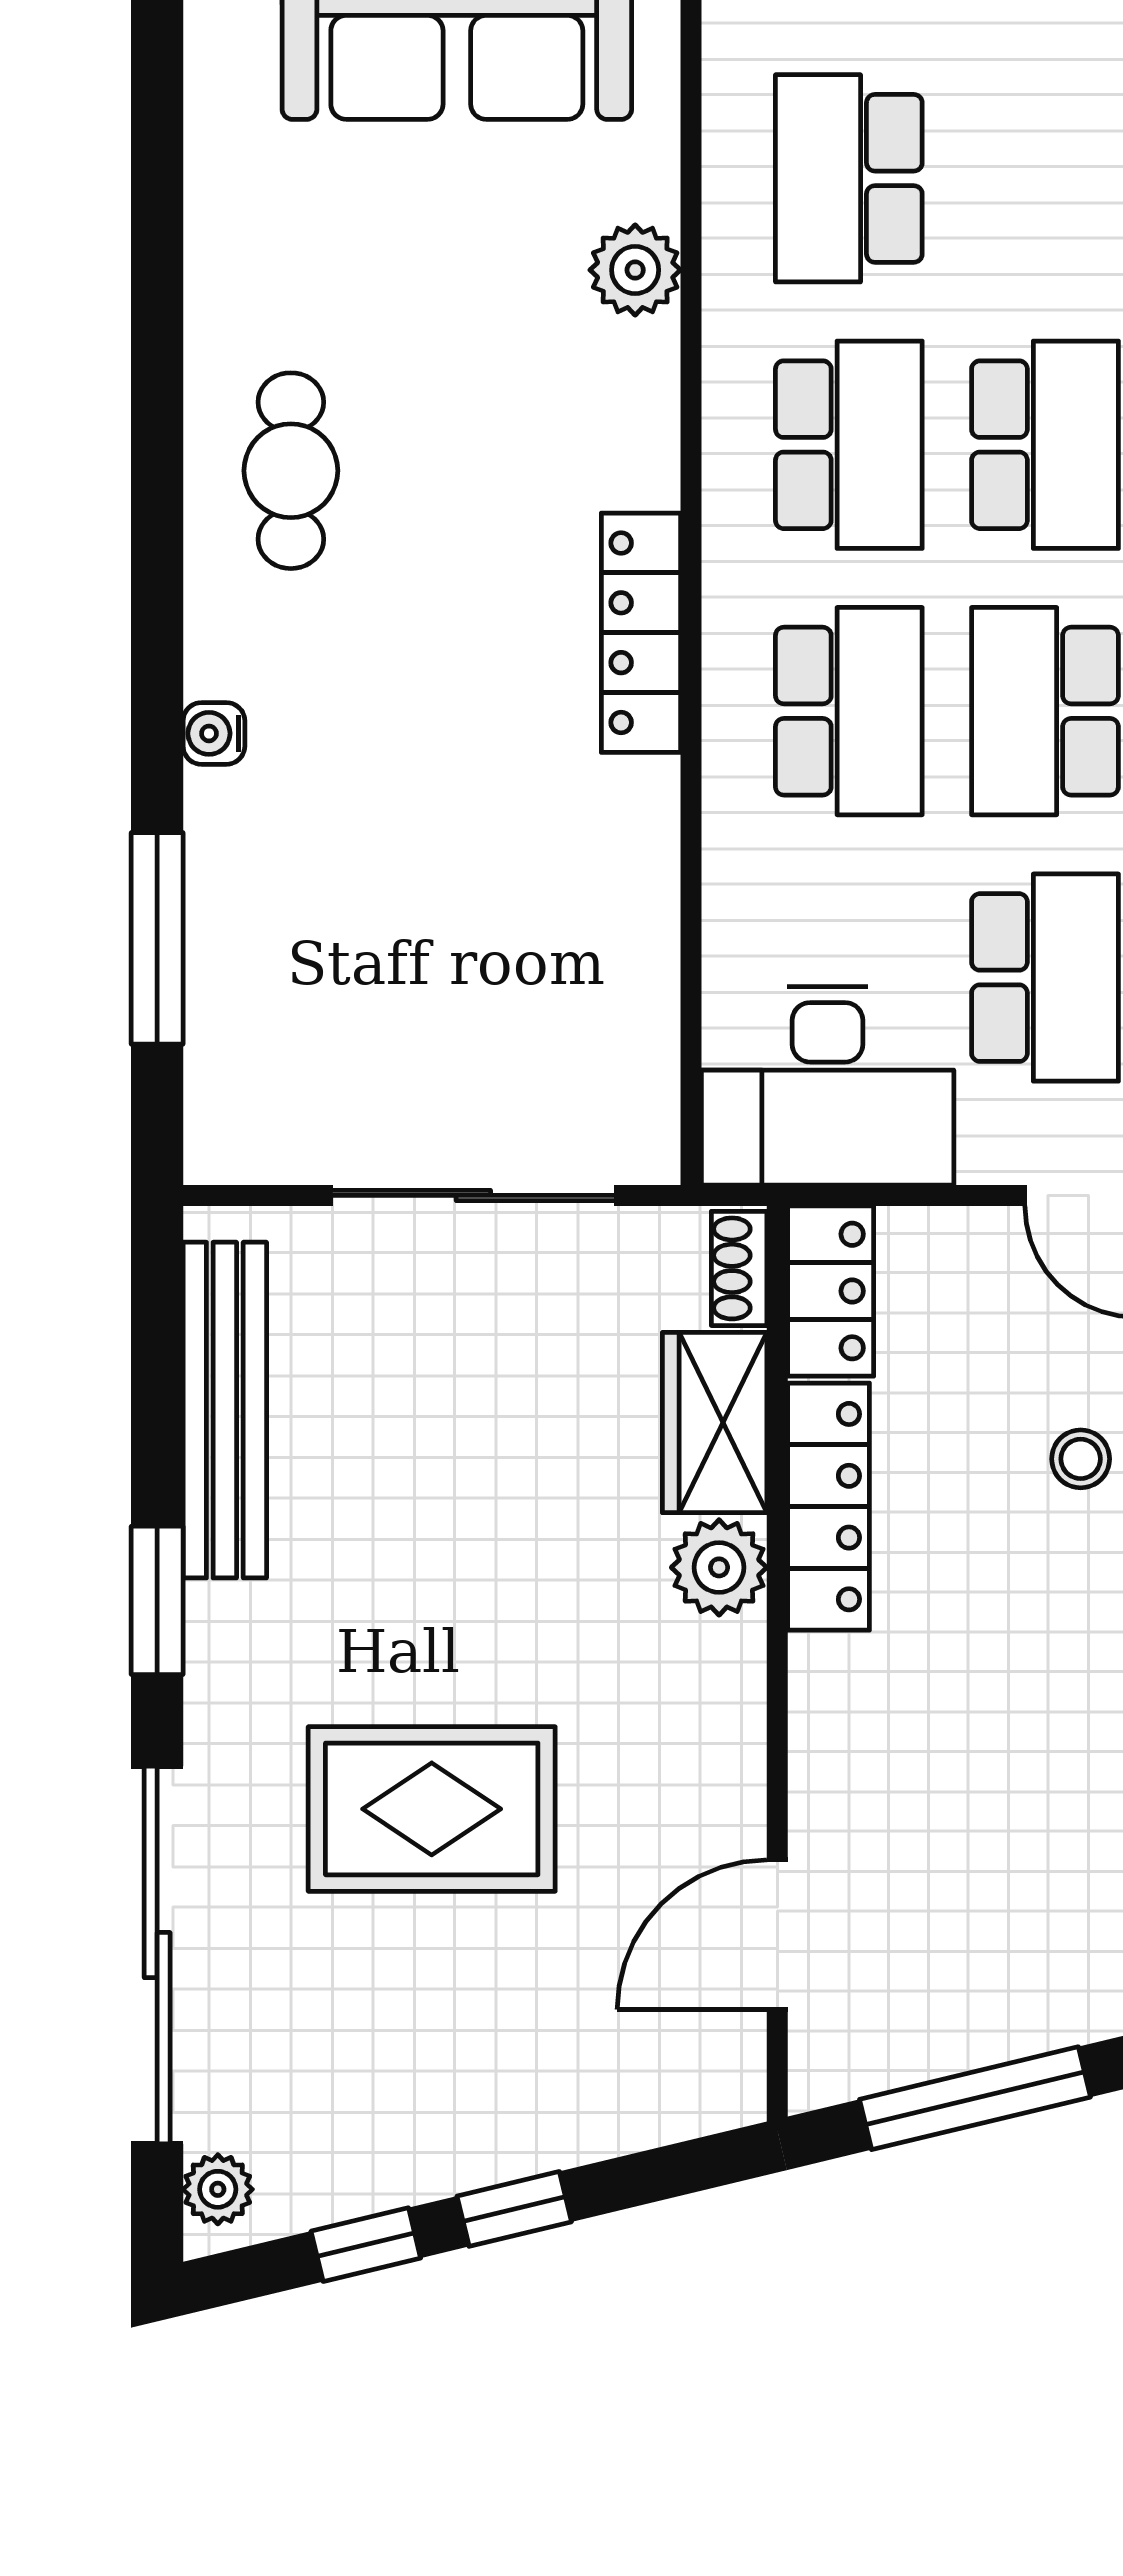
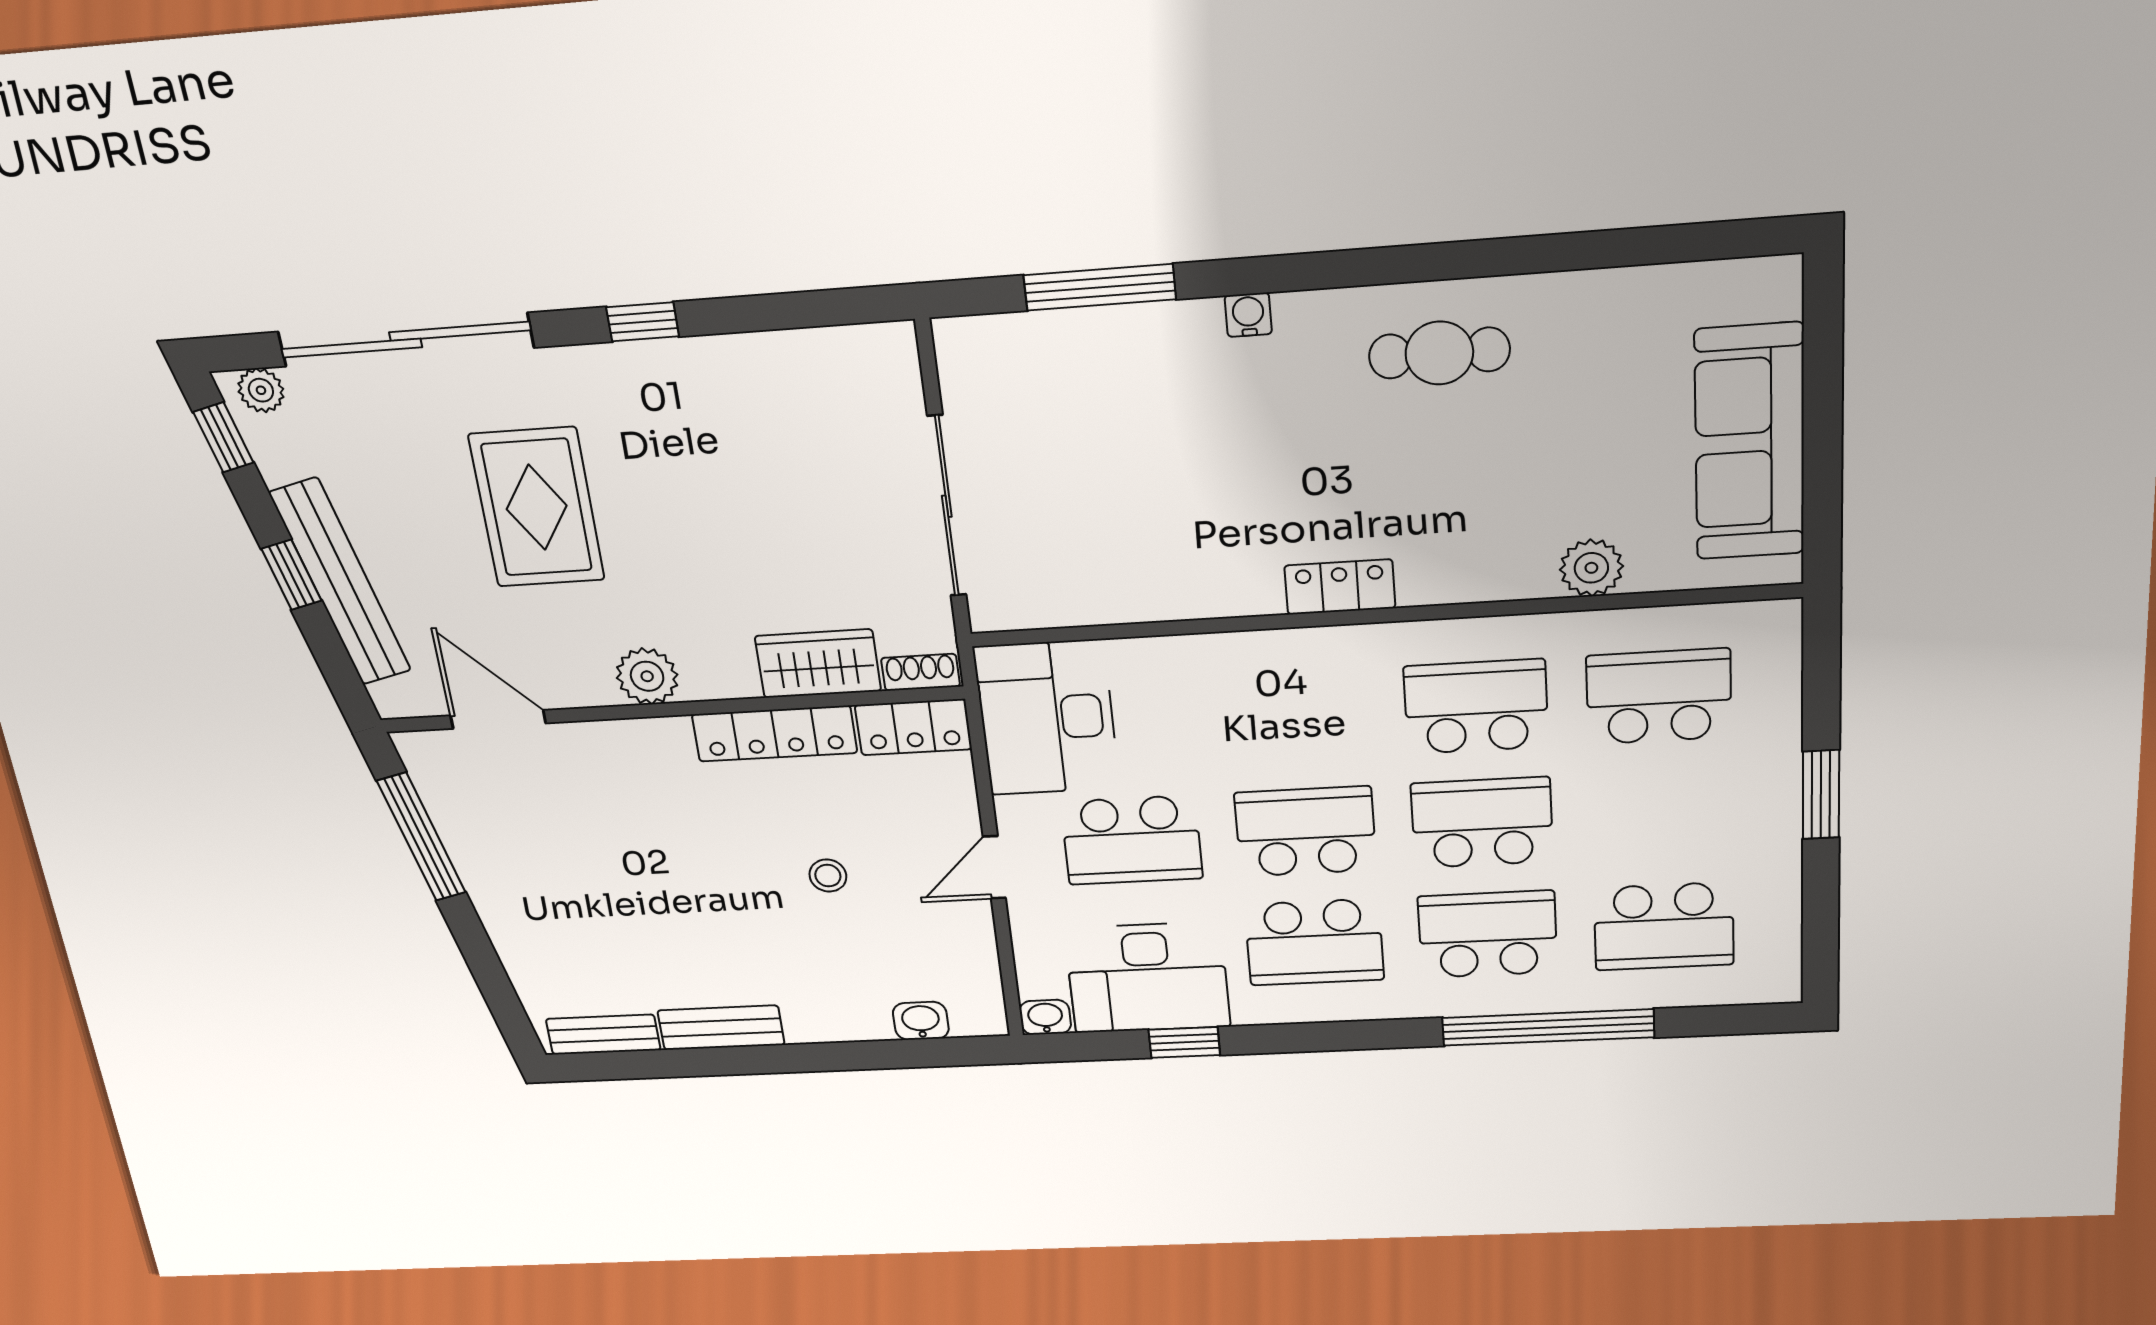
school desk: (849, 445) -> (1476, 707), turned 180
school desk: (1045, 445) -> (1482, 823), turned 180
locker: (641, 633) -> (1340, 587), width x0.66
school desk: (849, 711) -> (1296, 717), removed
bench: (225, 1410) -> (340, 582), moved, turned 76
plant: (719, 1567) -> (647, 676), moved
window: (157, 1600) -> (643, 322), width x0.67
window: (366, 2245) -> (223, 437), moved

